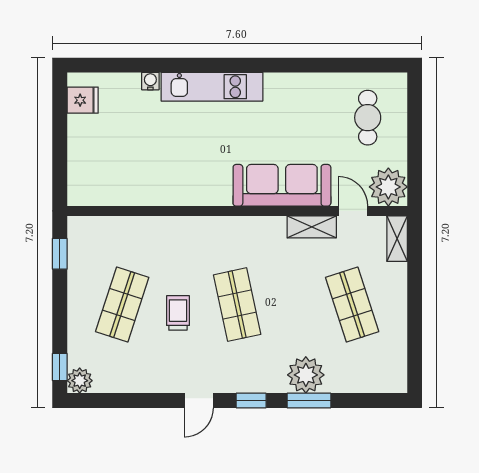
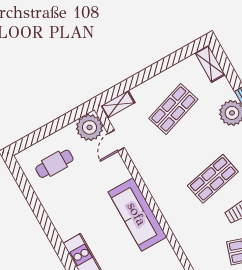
sofa: (282, 185) -> (137, 214), moved
shelving: (312, 227) -> (210, 64), moved

